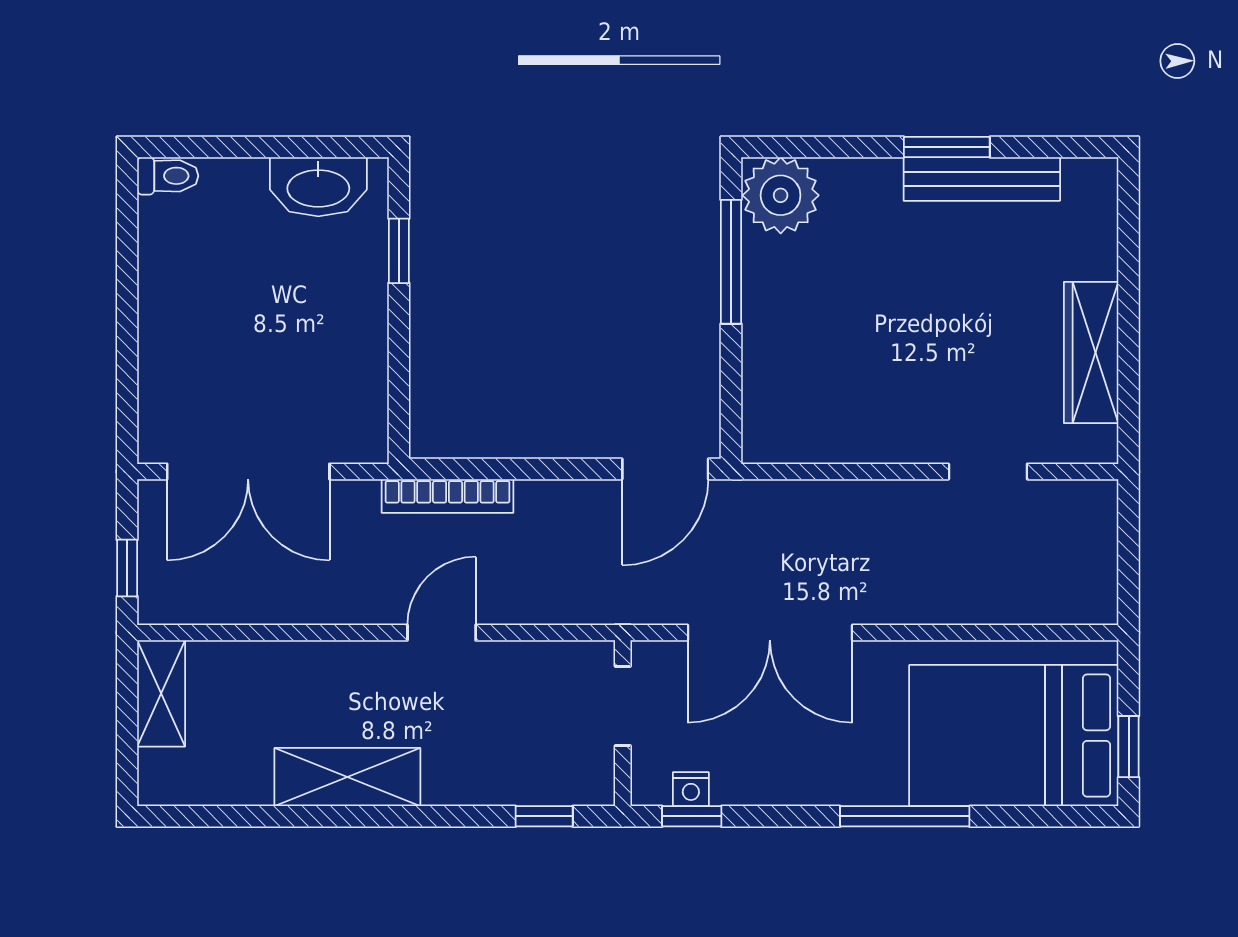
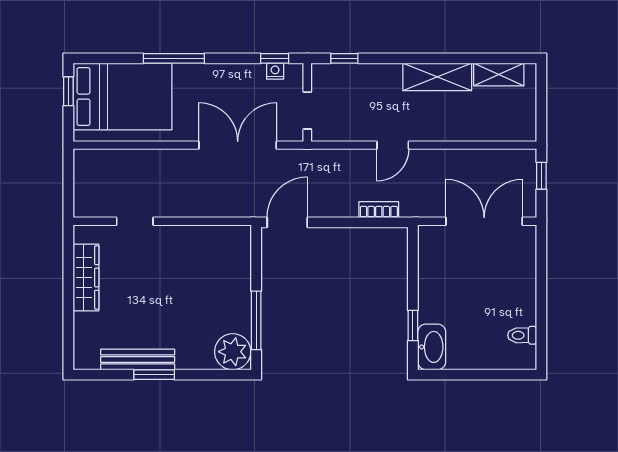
toilet: (168, 176) -> (522, 335), moved
washbasin: (318, 187) -> (432, 347), moved, turned 90
bookcase: (448, 496) -> (379, 210), width x0.64
shelving: (161, 693) -> (499, 74), moved, turned 90

